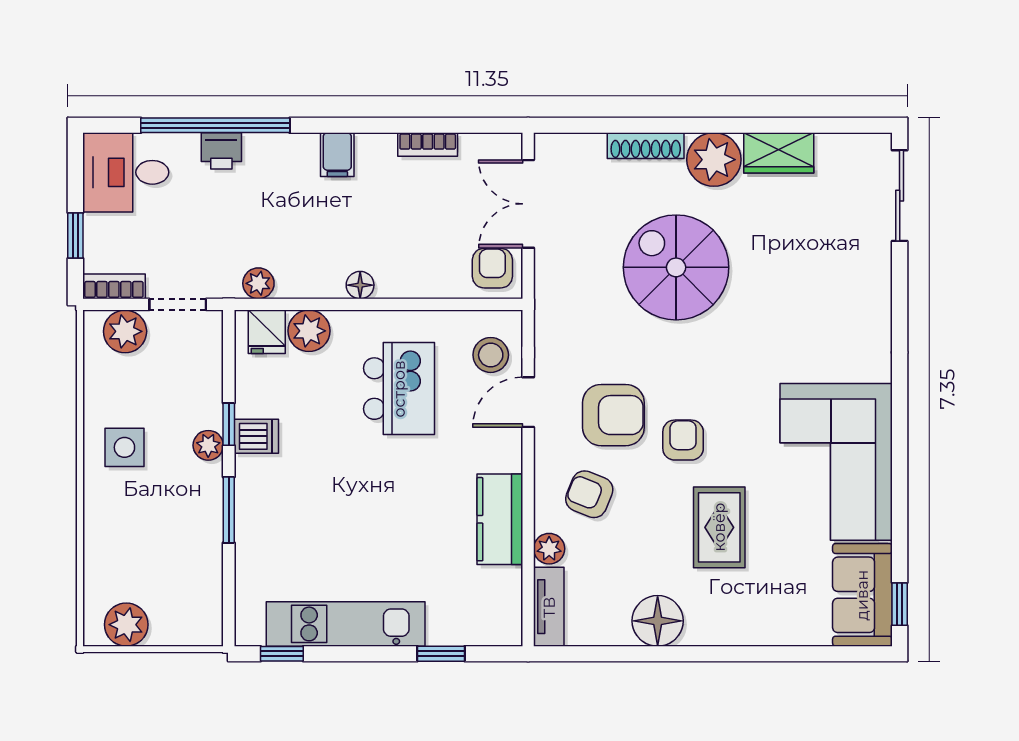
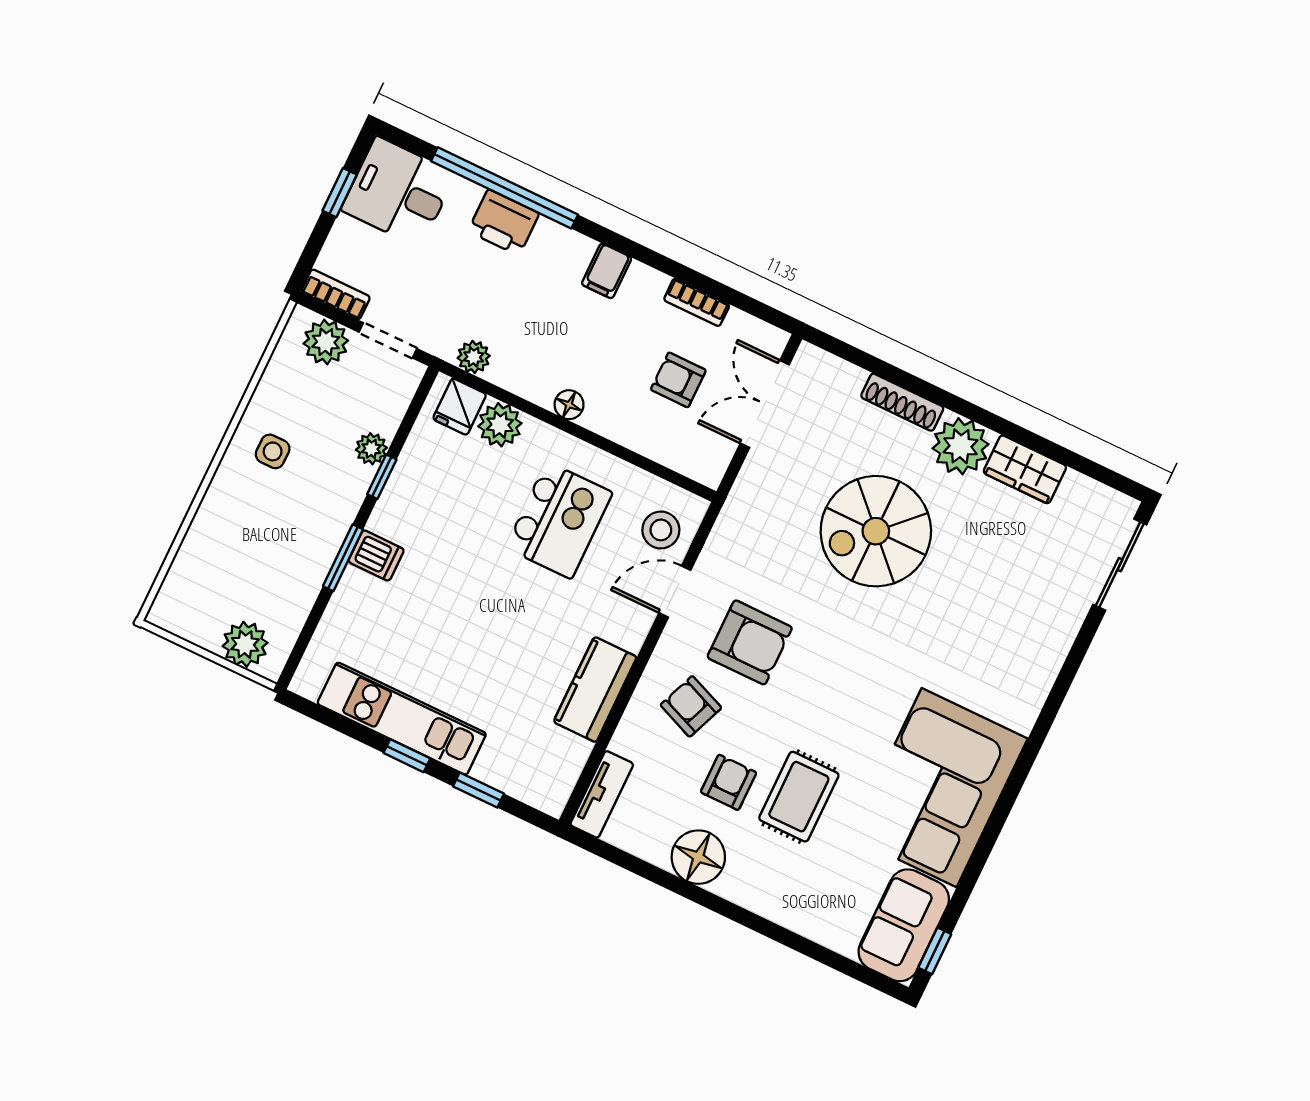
printer: (221, 151) -> (504, 222), width x1.36, depth x1.24
window: (75, 235) -> (340, 193), moved
spiral stairs: (676, 267) -> (876, 531), turned -90
armchair: (492, 268) -> (678, 380), moved, turned -90
dishwasher: (256, 436) -> (376, 556), moved
armchair: (683, 440) -> (729, 782), moved
plant: (208, 445) -> (371, 449), moved
side table: (124, 447) -> (273, 451), width x0.73, depth x0.73
plant: (549, 549) -> (628, 740), removed
plant: (126, 625) -> (245, 644), moved
window: (282, 654) -> (407, 756), moved

